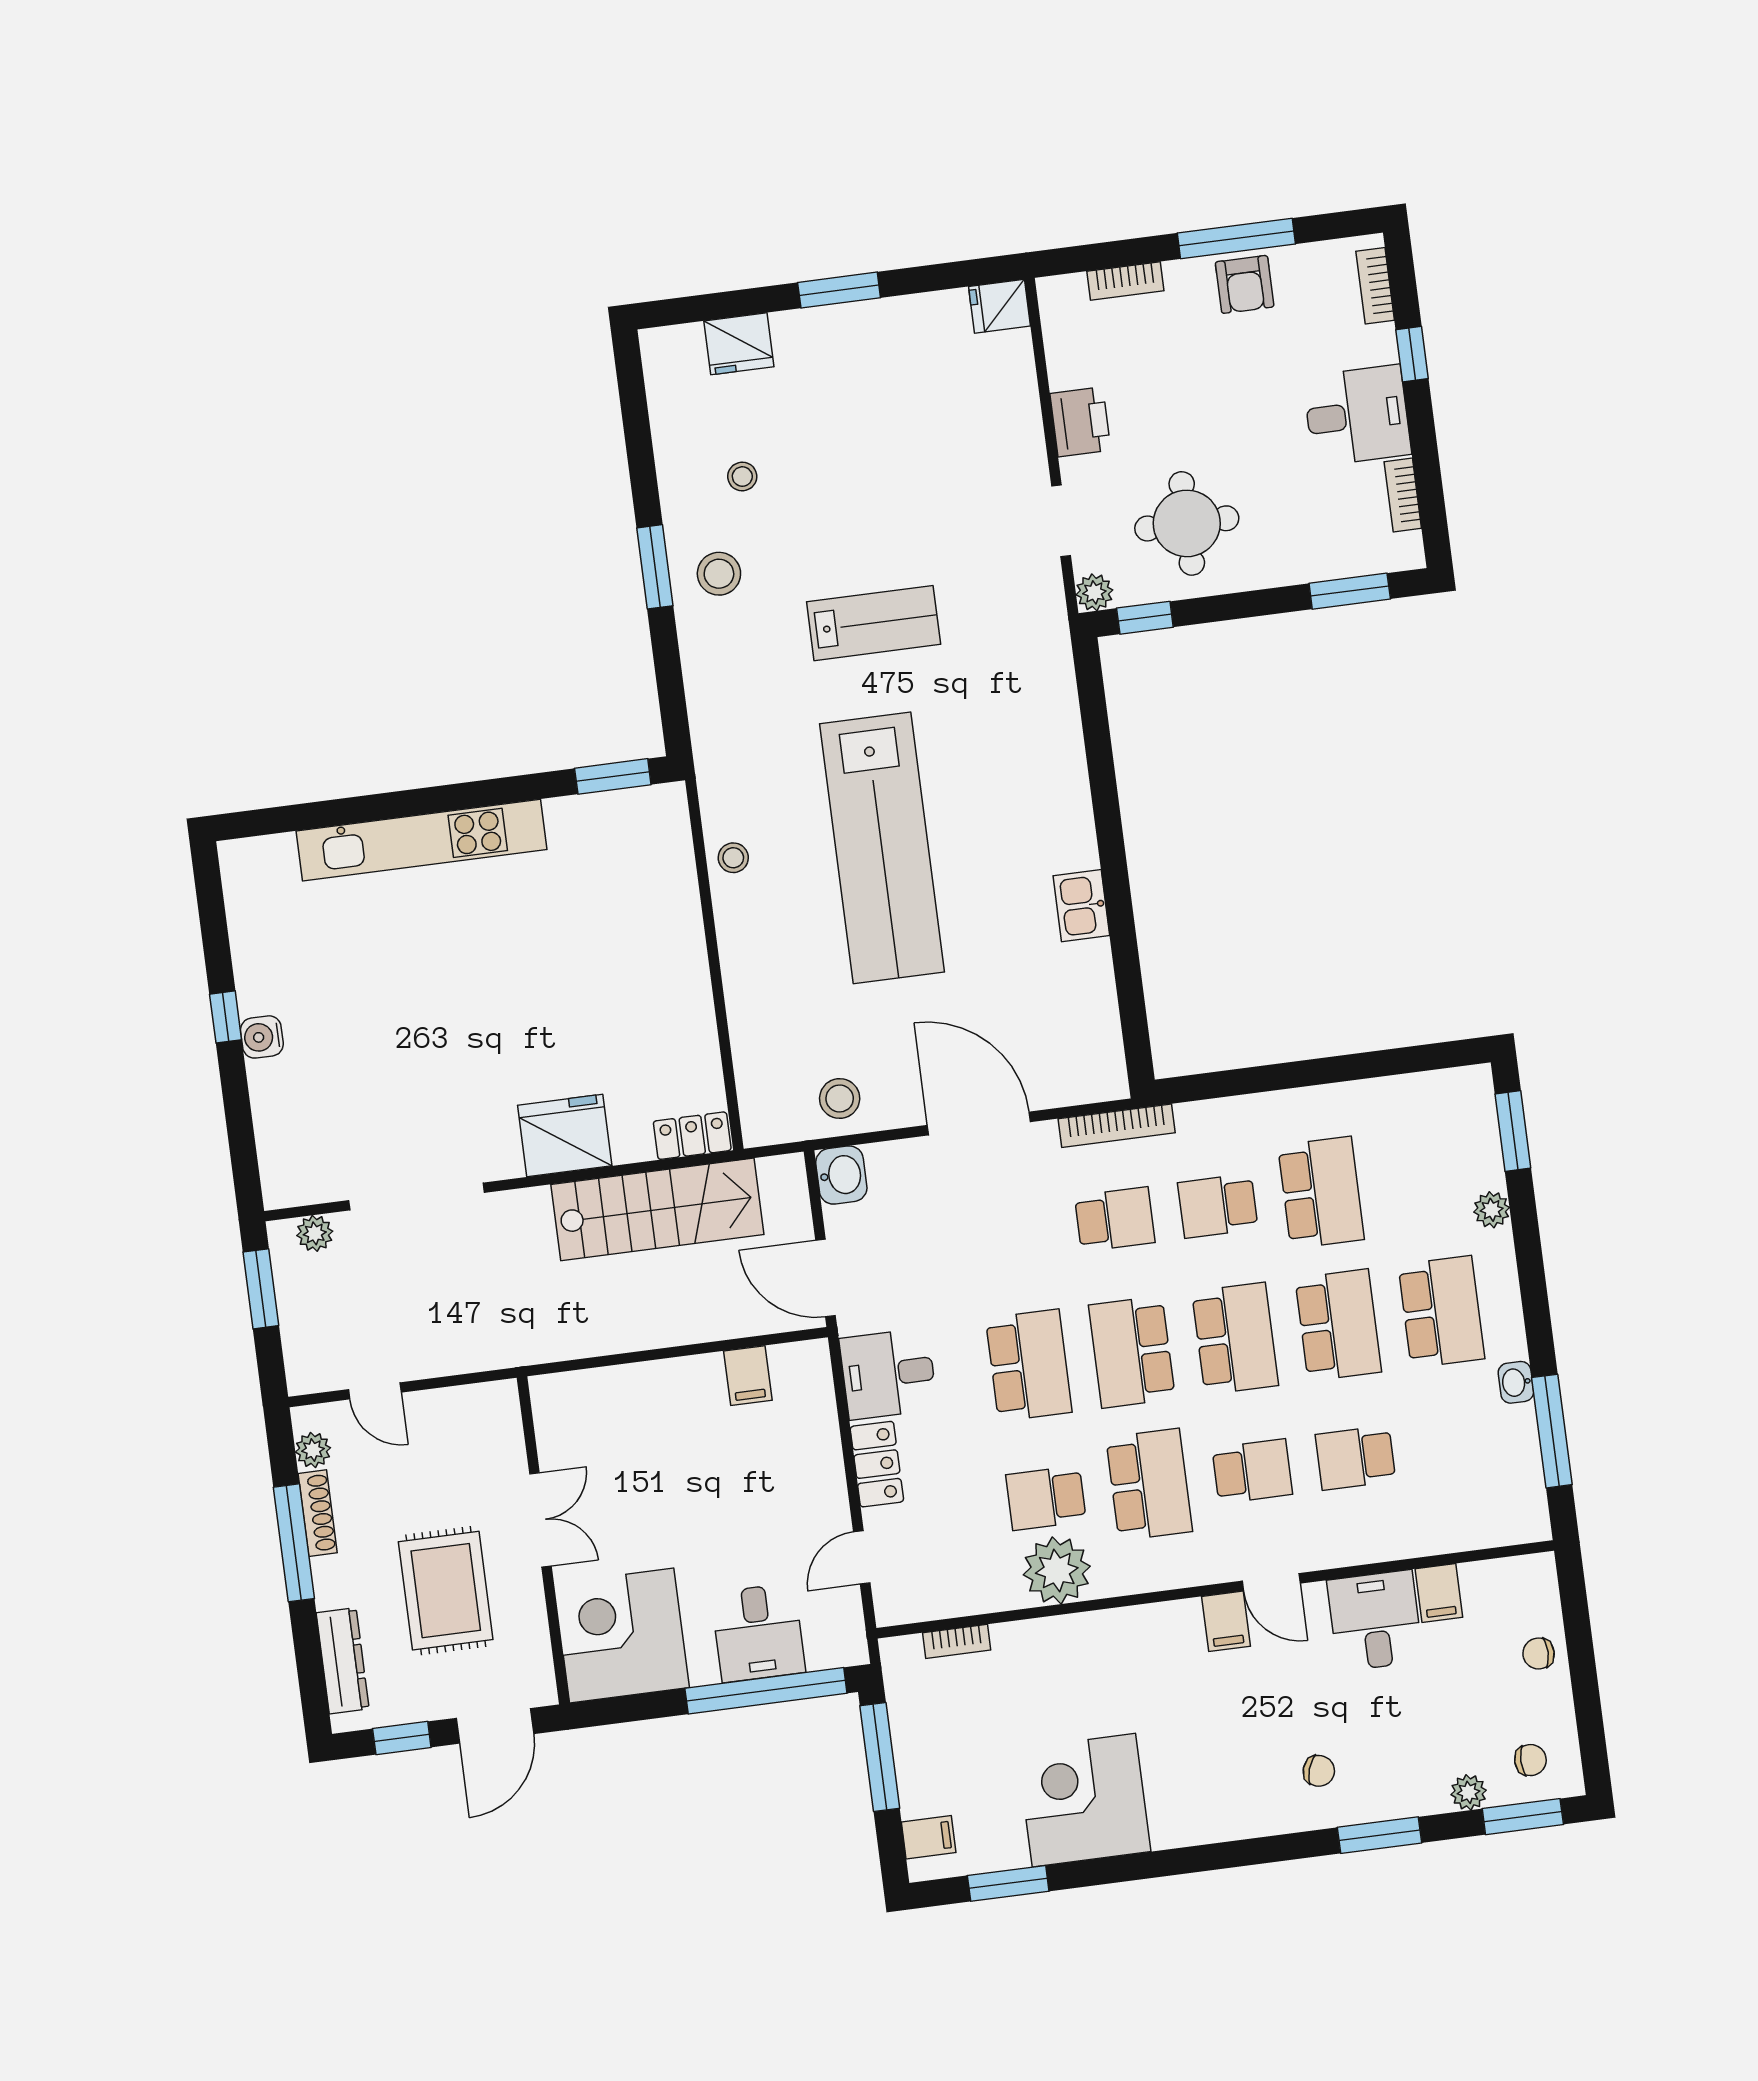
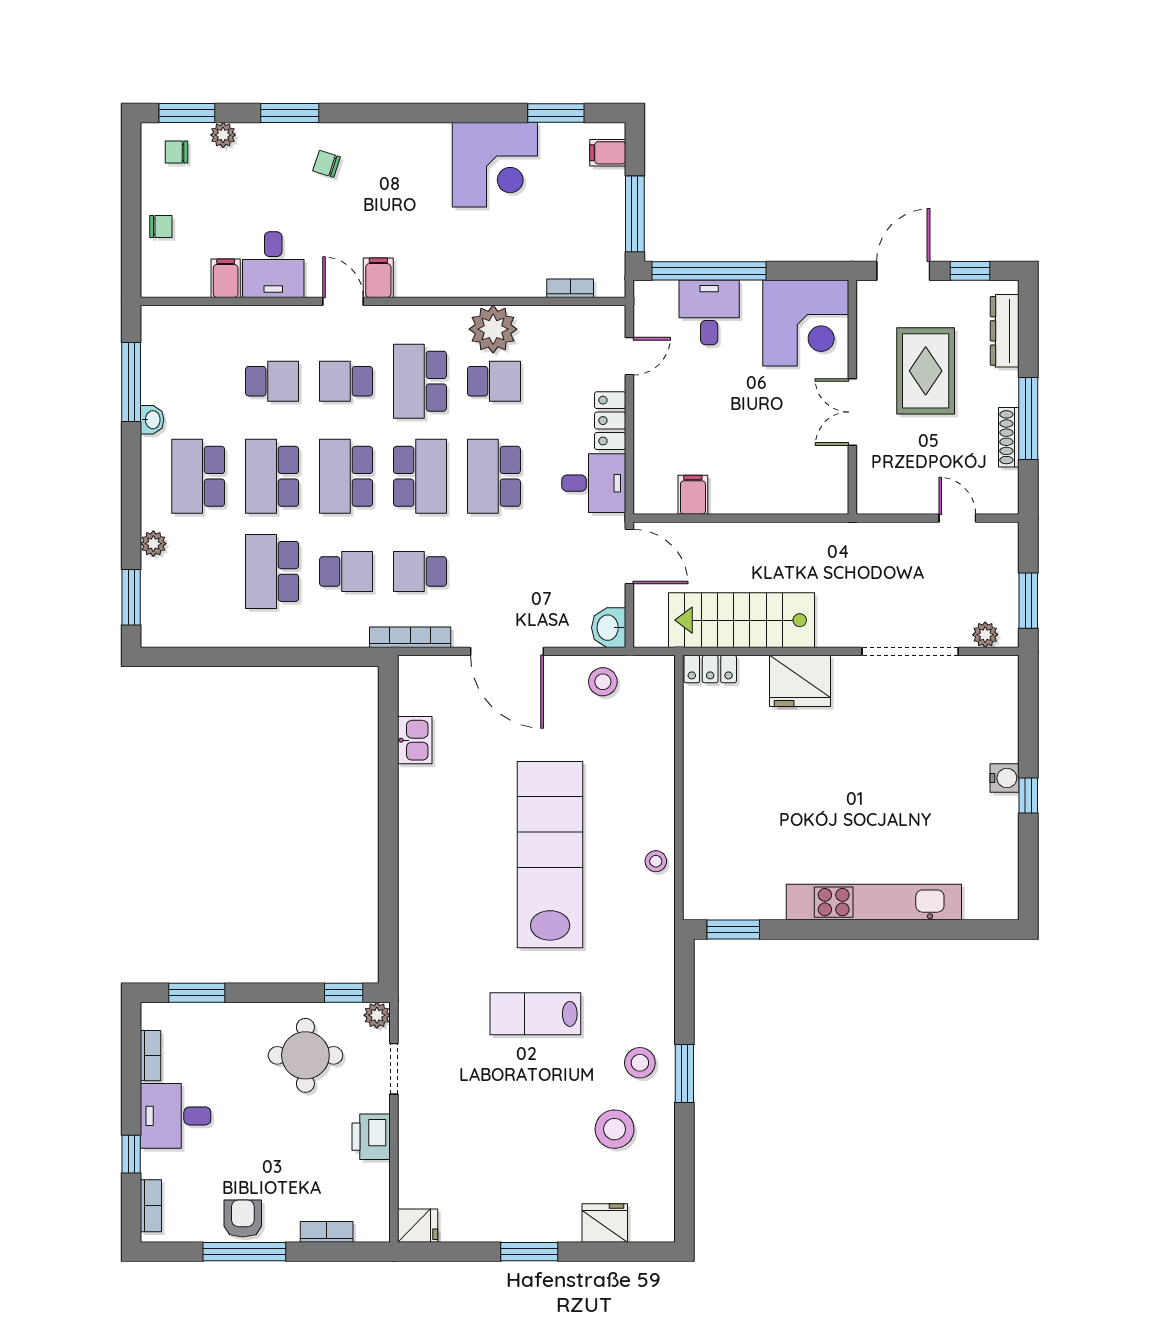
stool: (742, 477) -> (615, 1129), width x1.89, depth x1.89
kitchen sink: (1081, 906) -> (415, 740), moved
plant: (313, 1450) -> (1006, 482), removed

